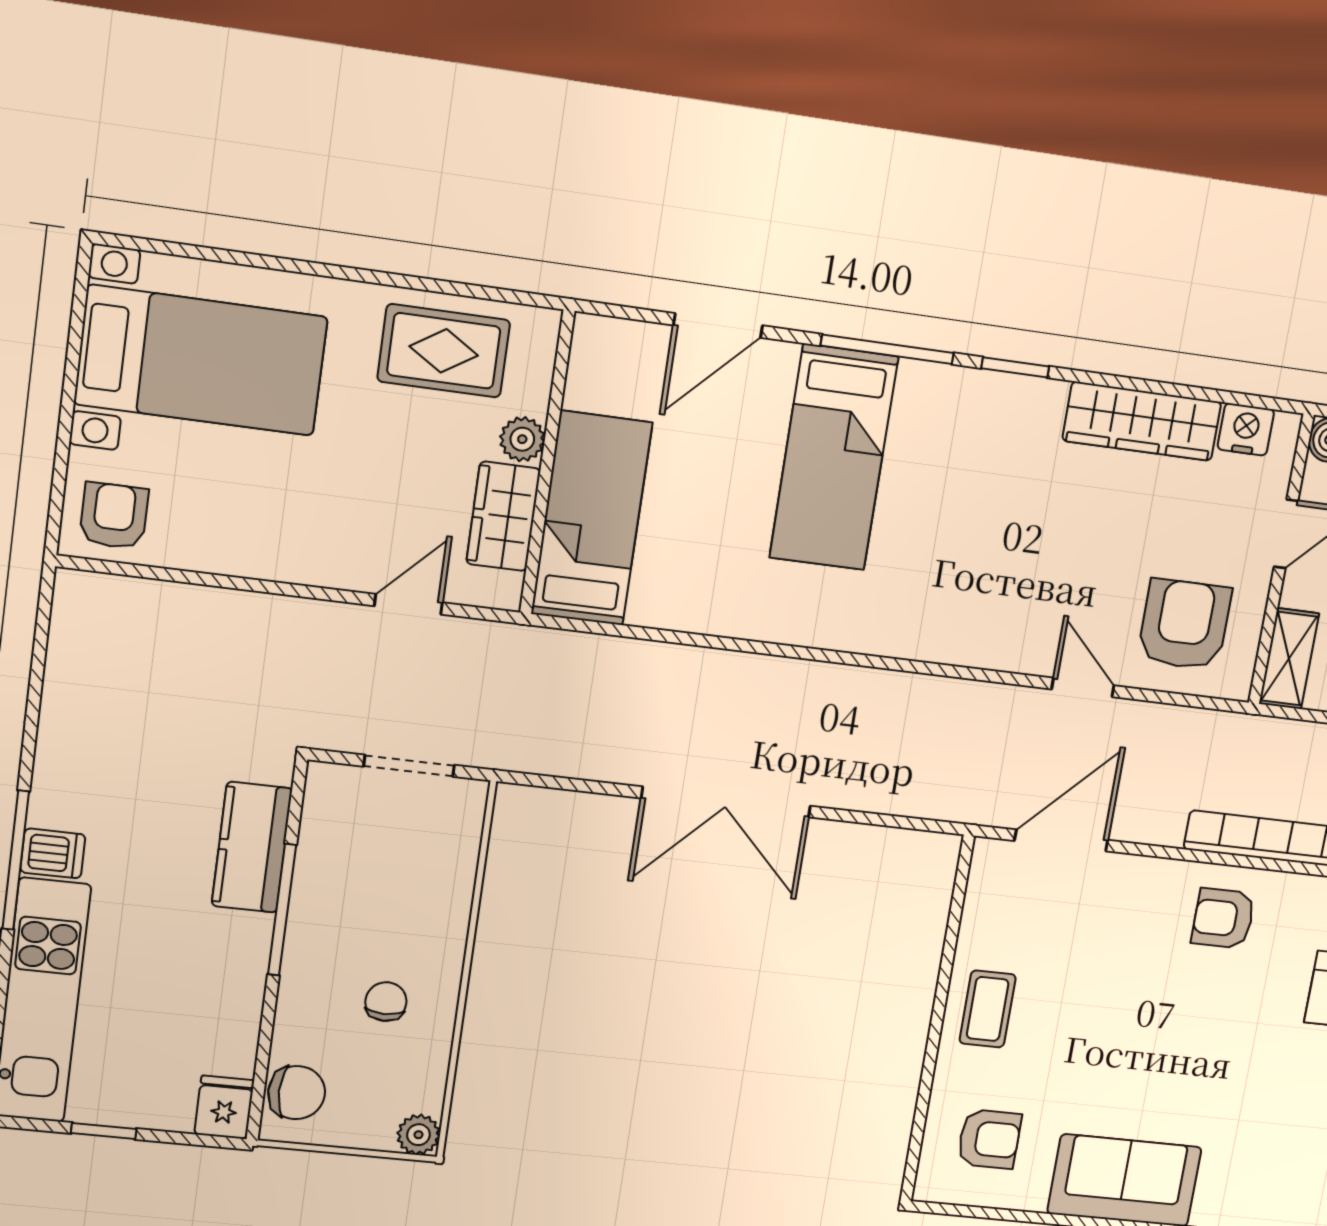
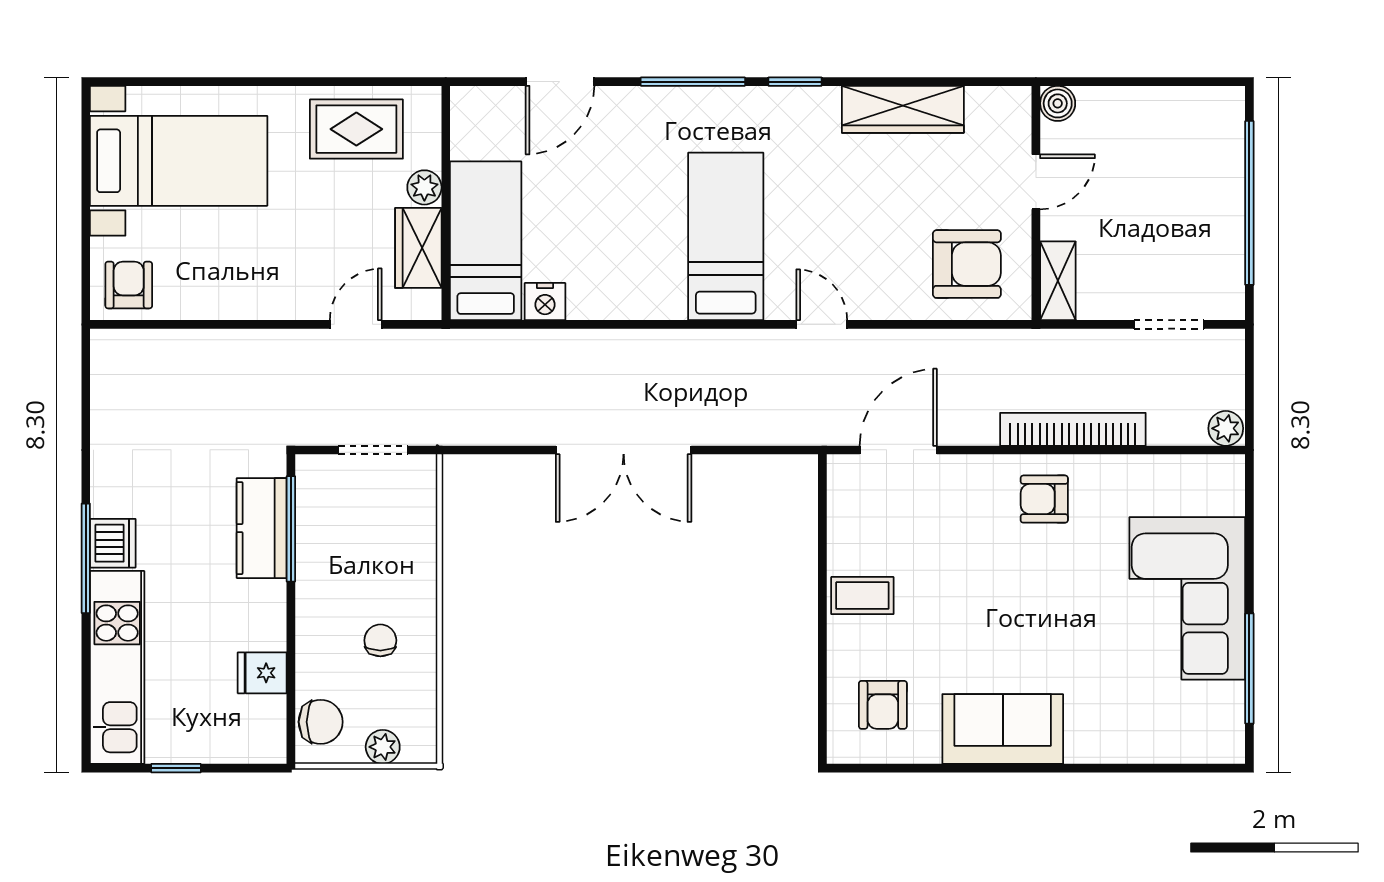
nightstand: (1246, 429) -> (545, 302), moved, turned 180
bed: (834, 457) -> (726, 236), moved, turned 180
armchair: (1184, 624) -> (967, 264), turned 90
door: (1083, 687) -> (822, 324), moved
dishwasher: (53, 853) -> (113, 543), width x1.38
window: (282, 910) -> (291, 529), moved
coffee table: (988, 1009) -> (862, 596), turned 90
fridge: (224, 1107) -> (262, 673), moved, turned -90
plant: (418, 1135) -> (383, 747), moved
armchair: (989, 1139) -> (883, 705), turned 90

